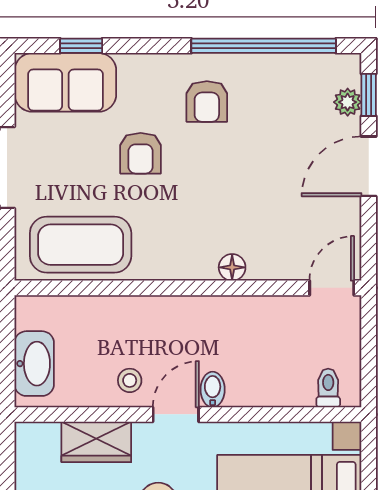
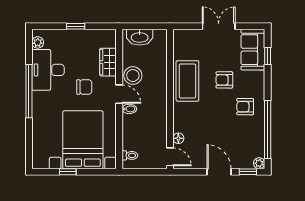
plant: (348, 102) -> (259, 163), moved
coffee table: (81, 245) -> (187, 81), moved
floor lamp: (232, 267) -> (178, 138), moved
stool: (130, 380) -> (133, 76), width x1.89, depth x1.89

